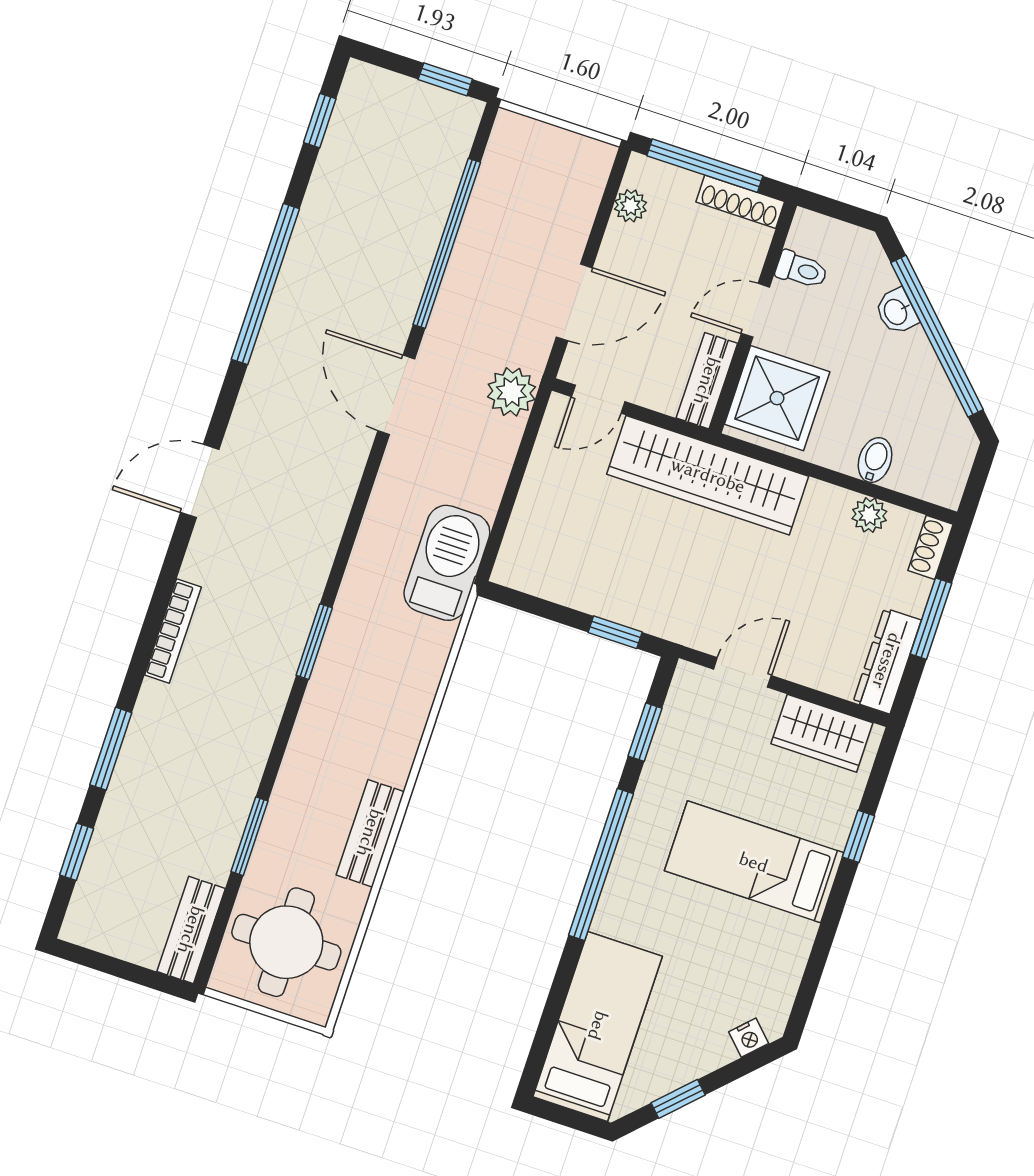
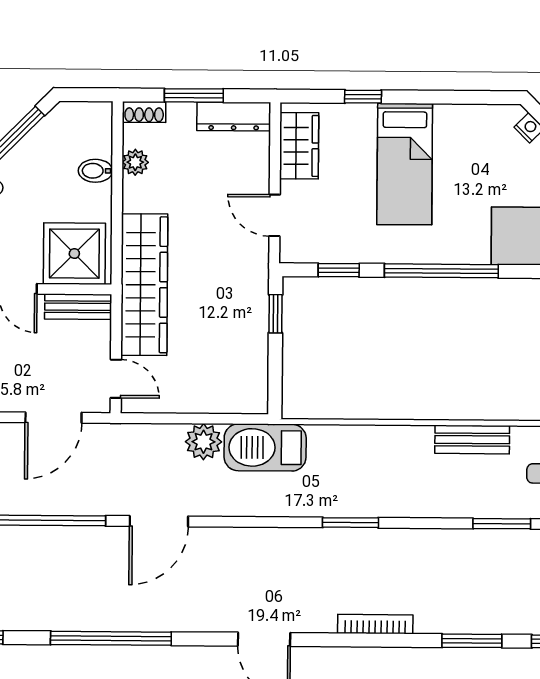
door: (574, 302) -> (53, 418), swing flipped
plant: (511, 392) -> (203, 442), moved

